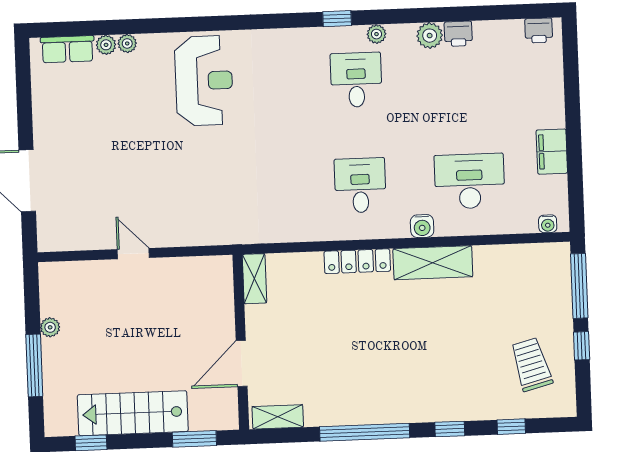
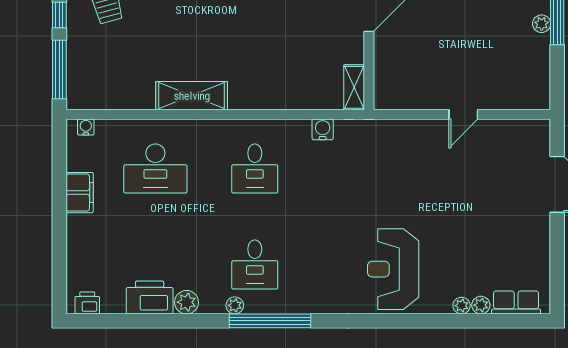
window: (337, 19) -> (270, 321), width x3.17
printer: (458, 34) -> (150, 297), width x1.87, depth x1.48
water cooler: (422, 226) -> (323, 129), moved
door: (133, 254) -> (463, 114), hinge flipped
locker: (357, 261) -> (260, 100), removed
plant: (50, 327) -> (542, 24), moved

